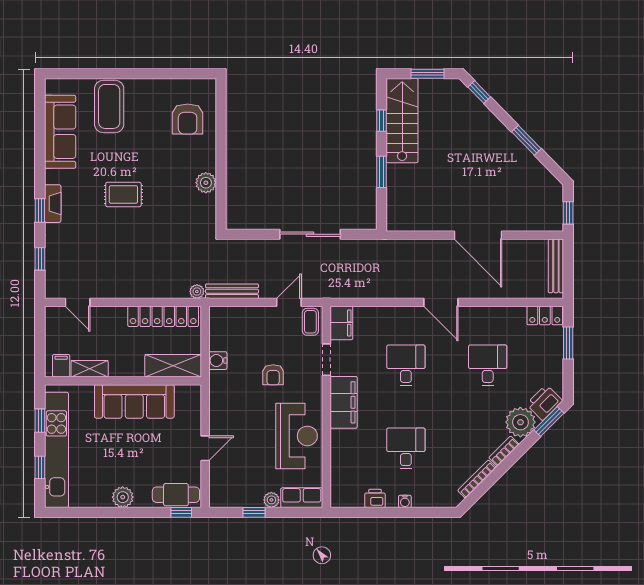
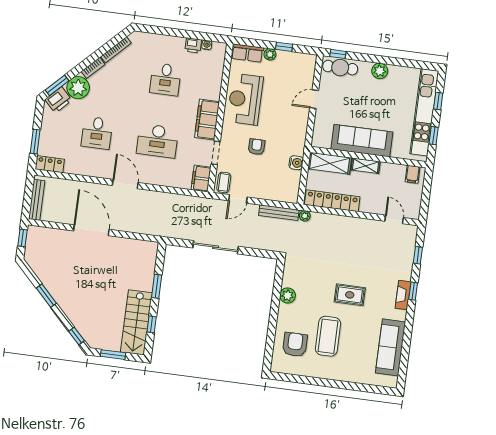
coffee table: (109, 106) -> (328, 336), moved
desk: (406, 365) -> (157, 141), width x1.37
shelving: (90, 369) -> (366, 166), moved
water cooler: (405, 501) -> (207, 45), moved

